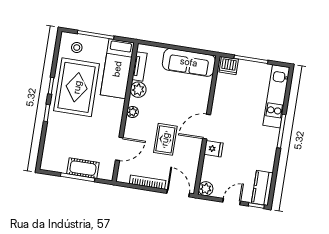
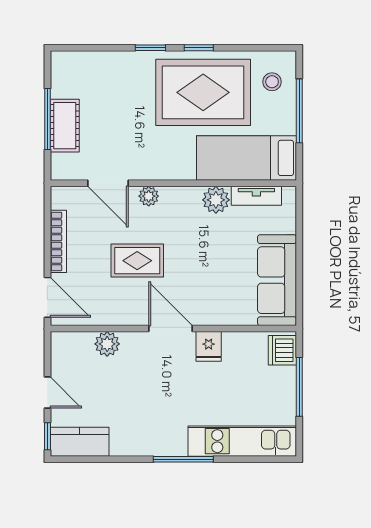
plant: (133, 112) -> (149, 196), moved
fridge: (213, 149) -> (209, 346), moved
plant: (206, 189) -> (107, 344), moved
door: (178, 193) -> (47, 297), hinge flipped

